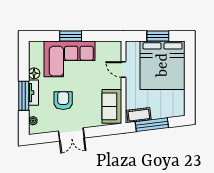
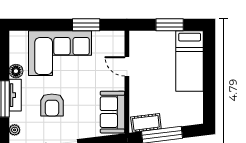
window: (71, 36) -> (86, 25), moved
bed: (163, 65) -> (190, 61), width x0.49
armchair: (63, 101) -> (52, 105), turned 180

